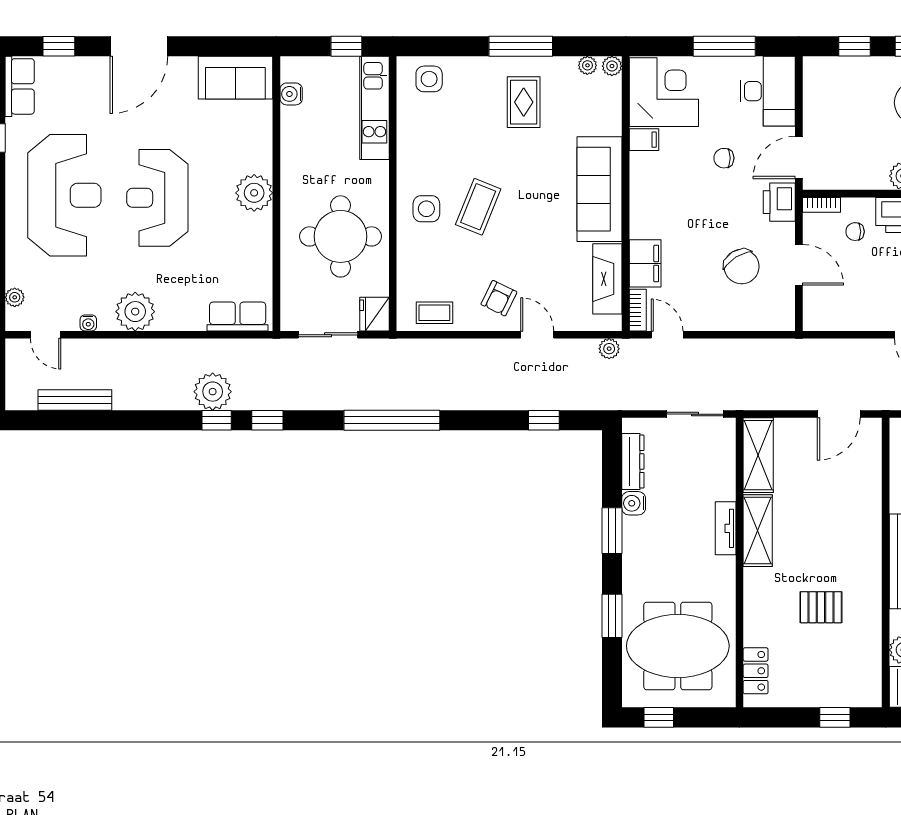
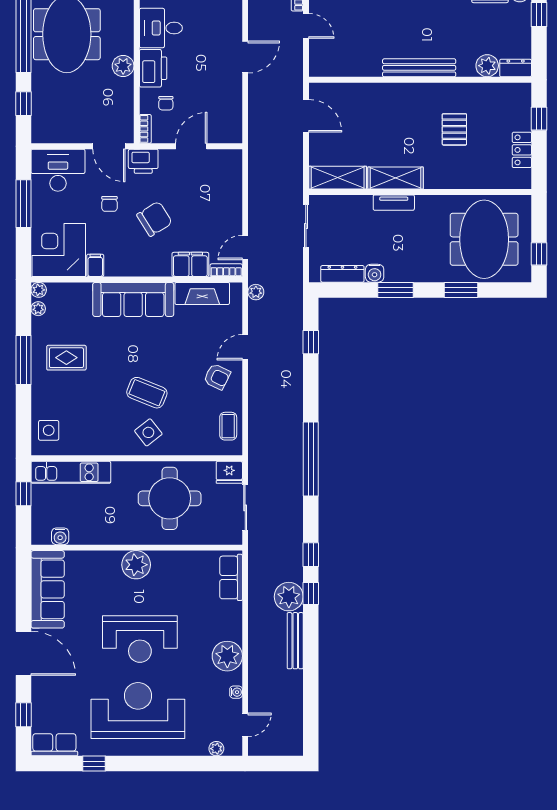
sofa: (235, 78) -> (48, 589), width x1.36
side table: (426, 209) -> (148, 432), turned -38
chair: (742, 267) -> (154, 219), moved
bench: (75, 400) -> (295, 641), moved
locker: (756, 671) -> (522, 150), moved, turned -90

